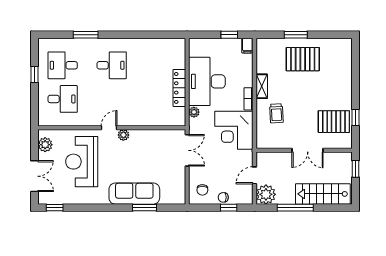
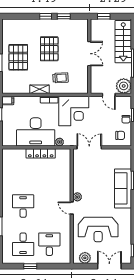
window: (356, 94) -> (46, 16), added
pallet: (334, 122) -> (49, 49), moved

